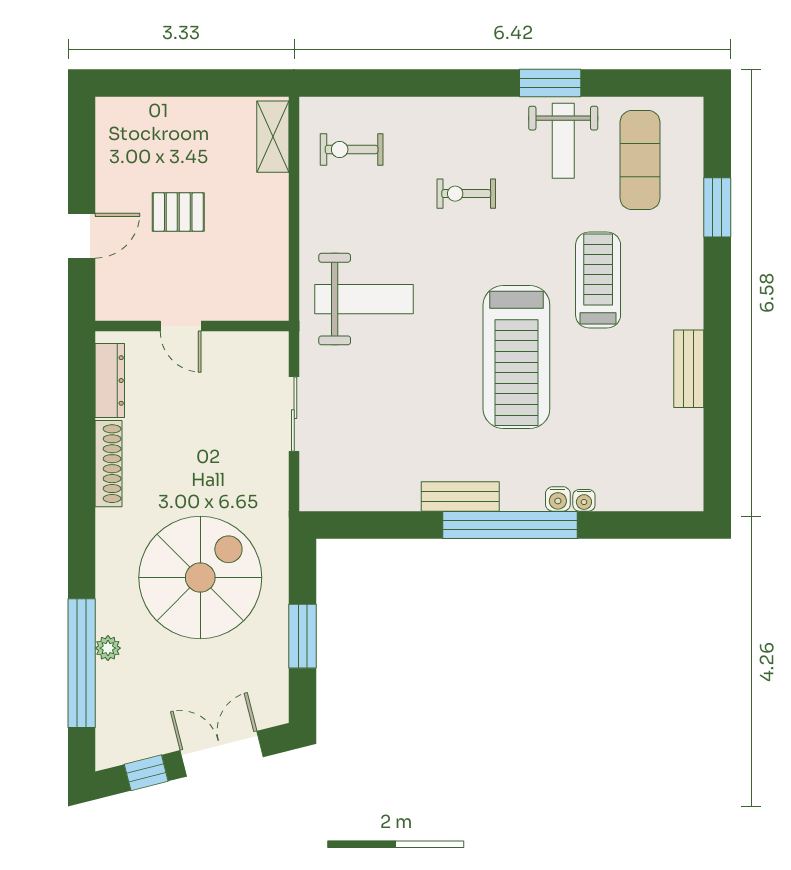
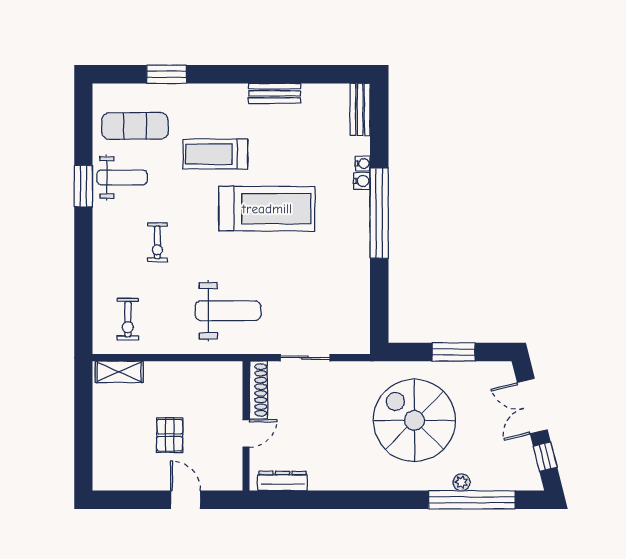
weight bench: (364, 299) -> (228, 311), turned 90
shoe rack: (109, 464) -> (258, 390), moved, turned 90
bench: (460, 496) -> (360, 109), moved

